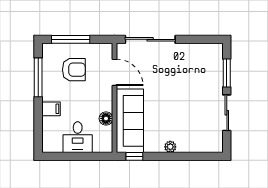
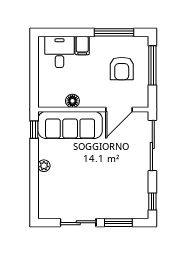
window: (206, 39) -> (152, 201), added
desk: (78, 137) -> (59, 52), moved, turned 90

